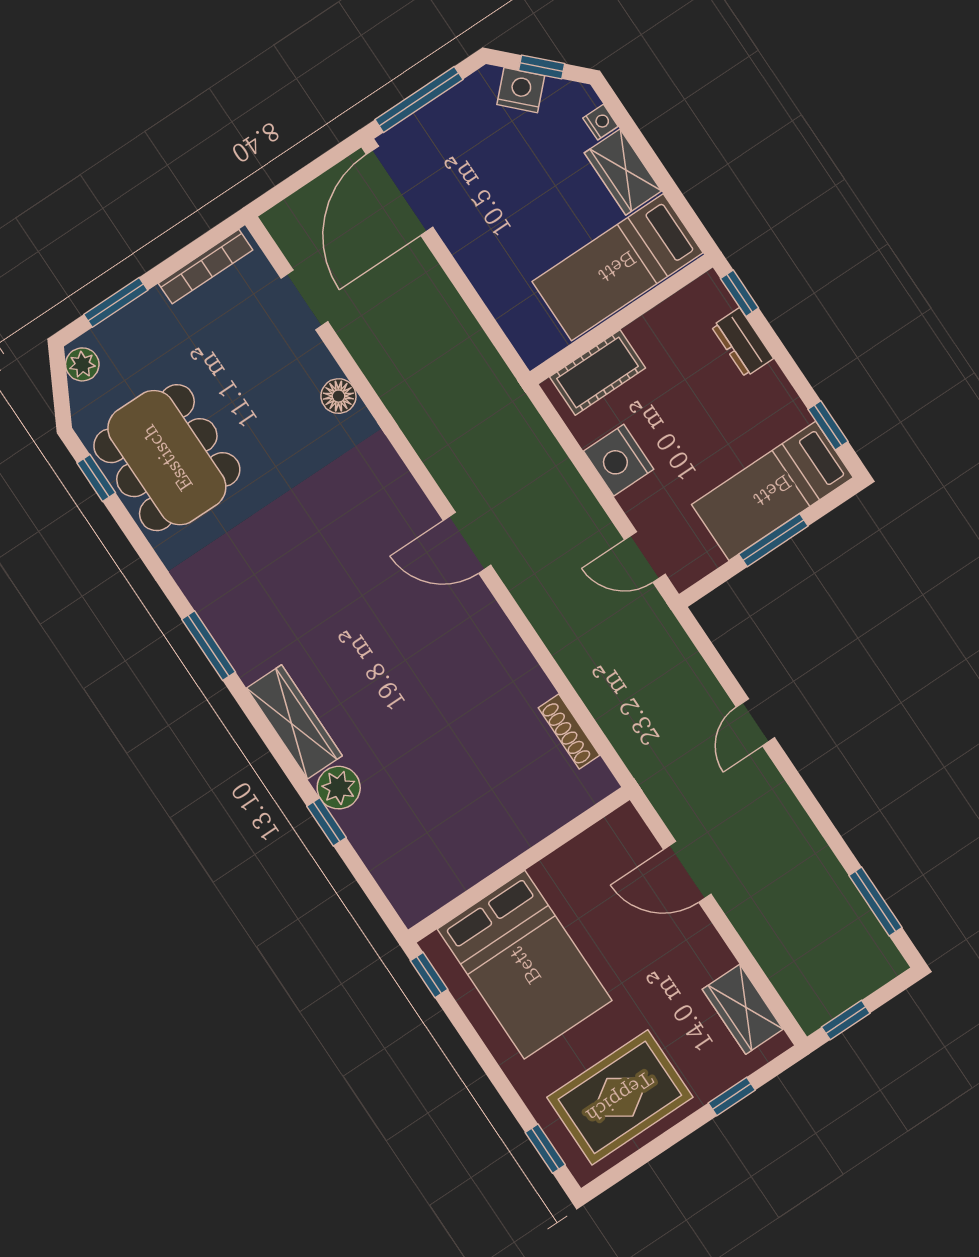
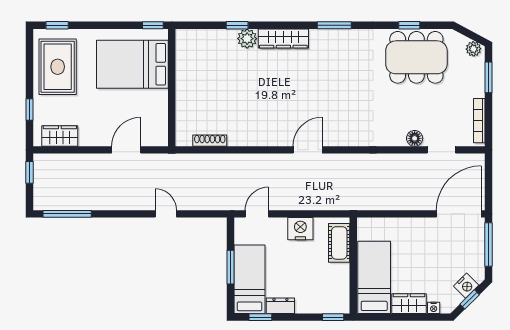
door: (400, 191) -> (459, 214), hinge flipped
dresser: (742, 342) -> (280, 306), moved
floor lamp: (338, 396) -> (415, 138), moved
window: (96, 478) -> (409, 25), moved
window: (875, 901) -> (67, 214), width x1.44

